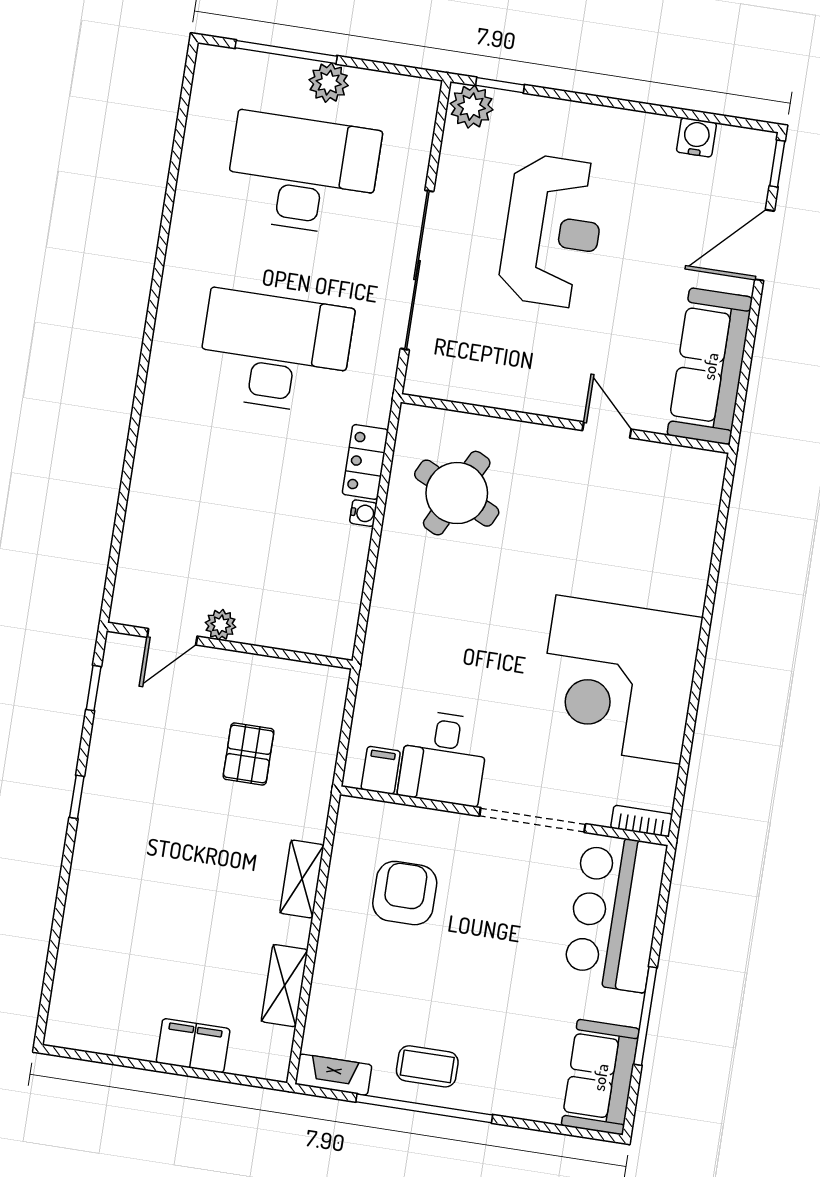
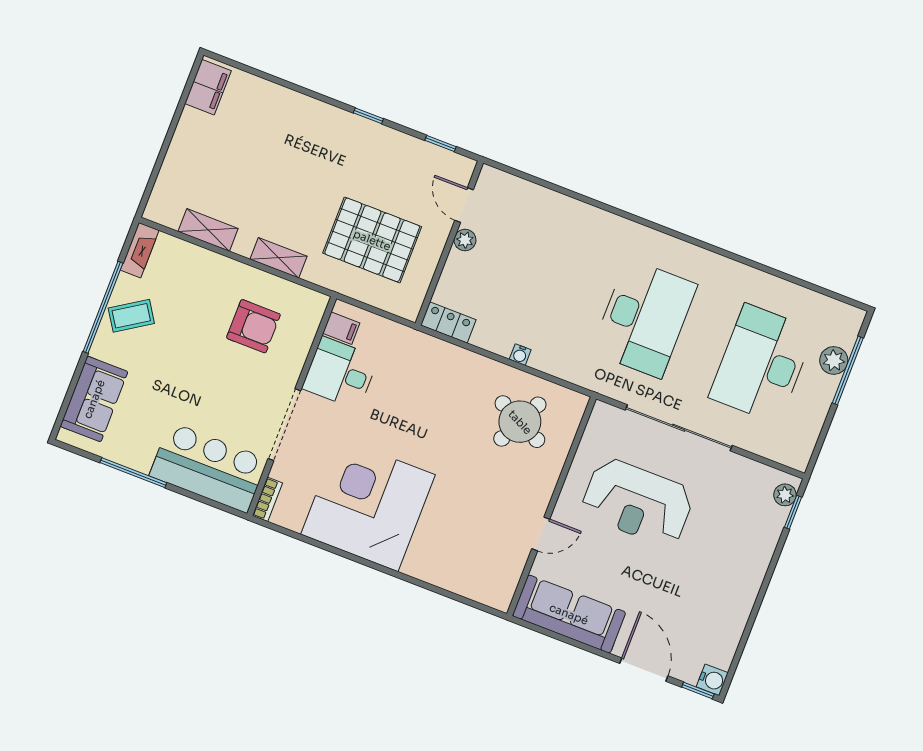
plant: (329, 83) -> (834, 360), moved
plant: (472, 107) -> (785, 495), width x0.73, depth x0.73
water cooler: (696, 137) -> (712, 680), moved
desk: (303, 174) -> (762, 364), turned 180
reception desk: (552, 231) -> (638, 502), moved
locker: (365, 462) -> (448, 322), moved
pallet: (249, 754) -> (372, 240), width x2.05, depth x2.00
filing cabinet: (193, 1046) -> (208, 87), moved
coffee table: (427, 1066) -> (131, 316), turned 57
sofa: (600, 1077) -> (94, 399), moved, turned 90

